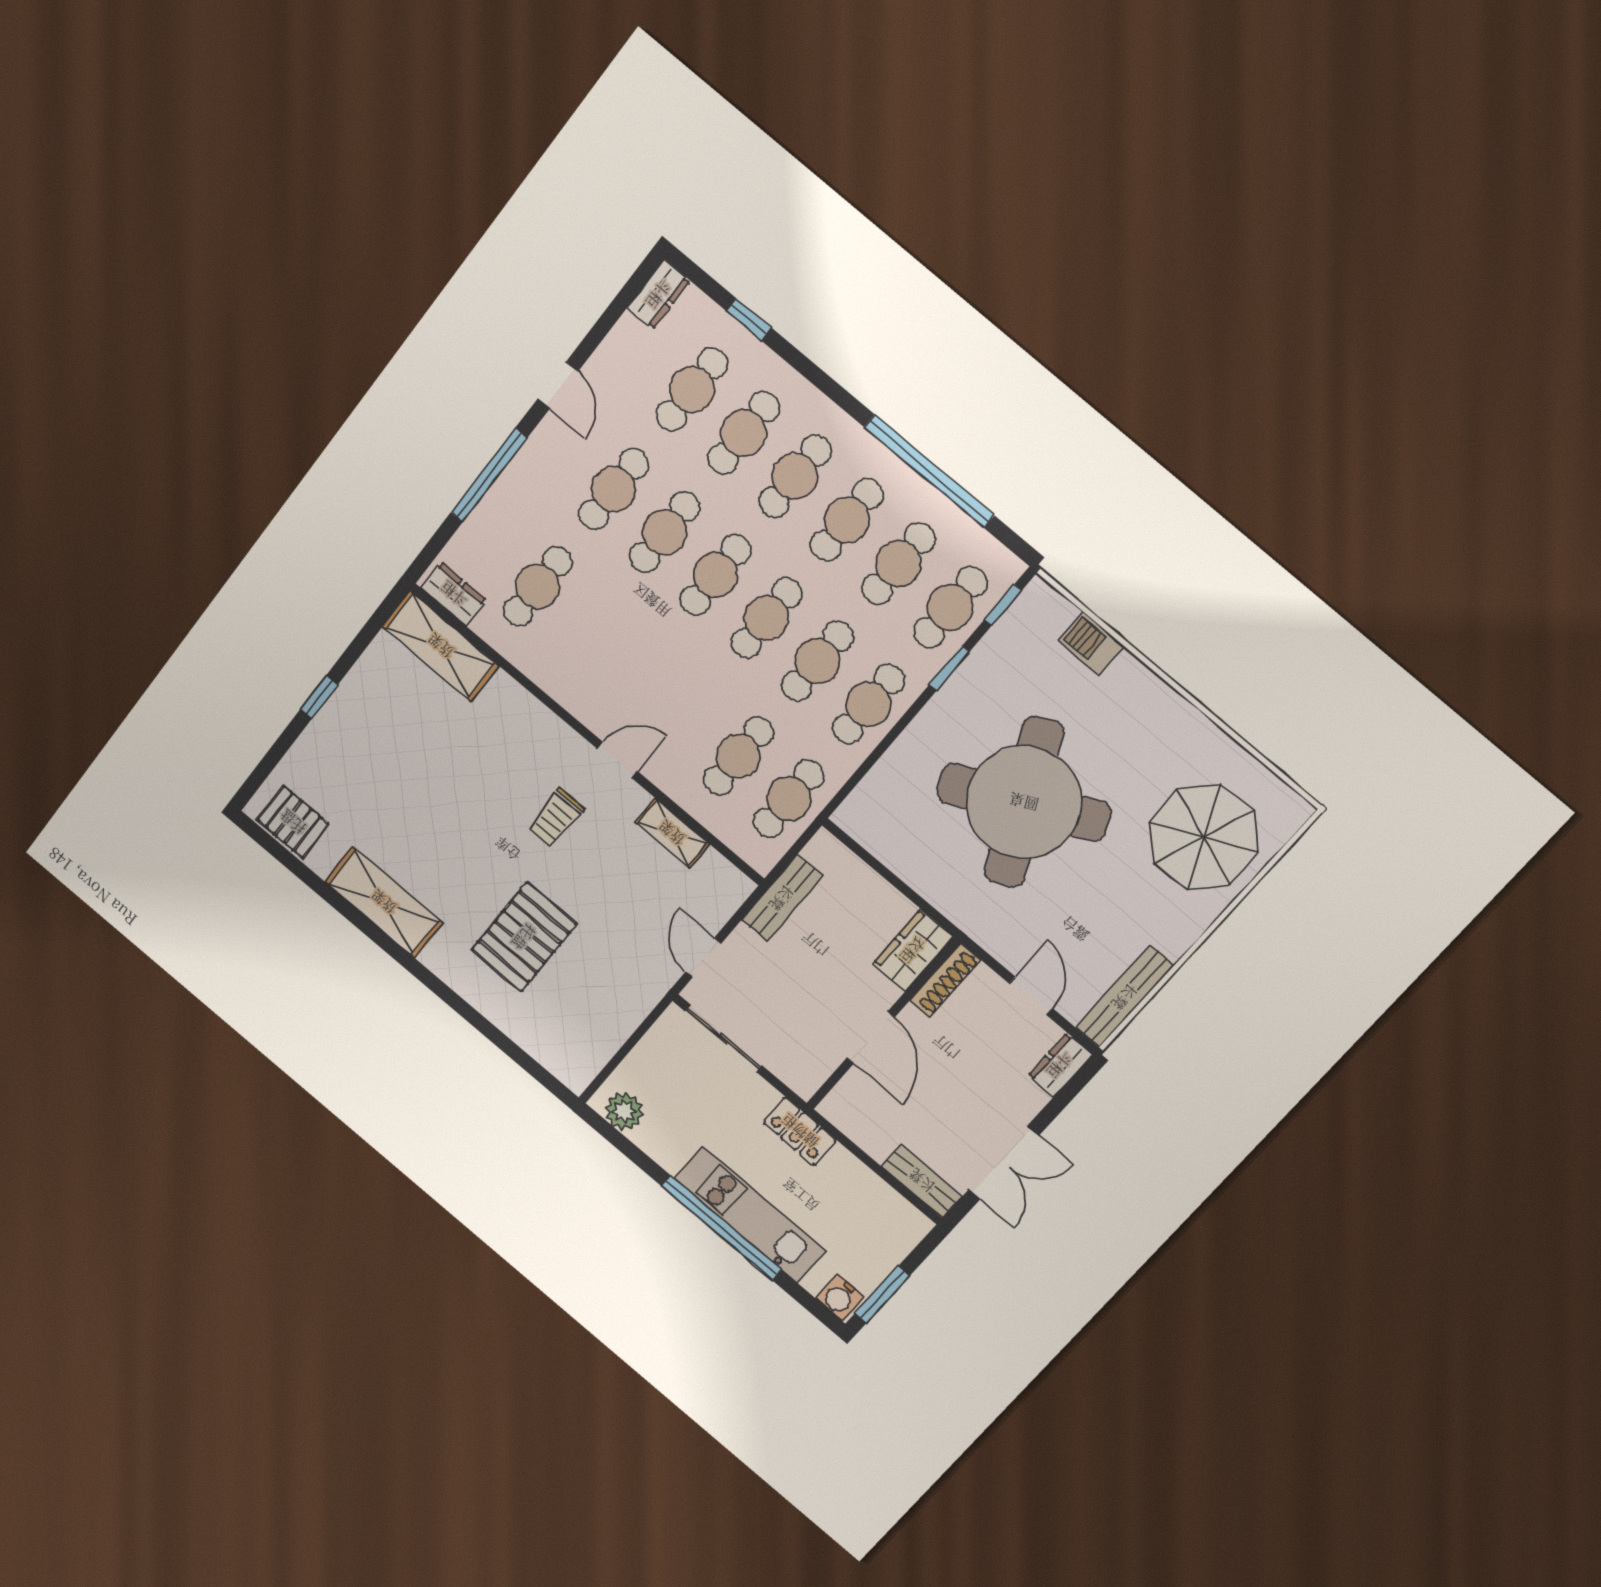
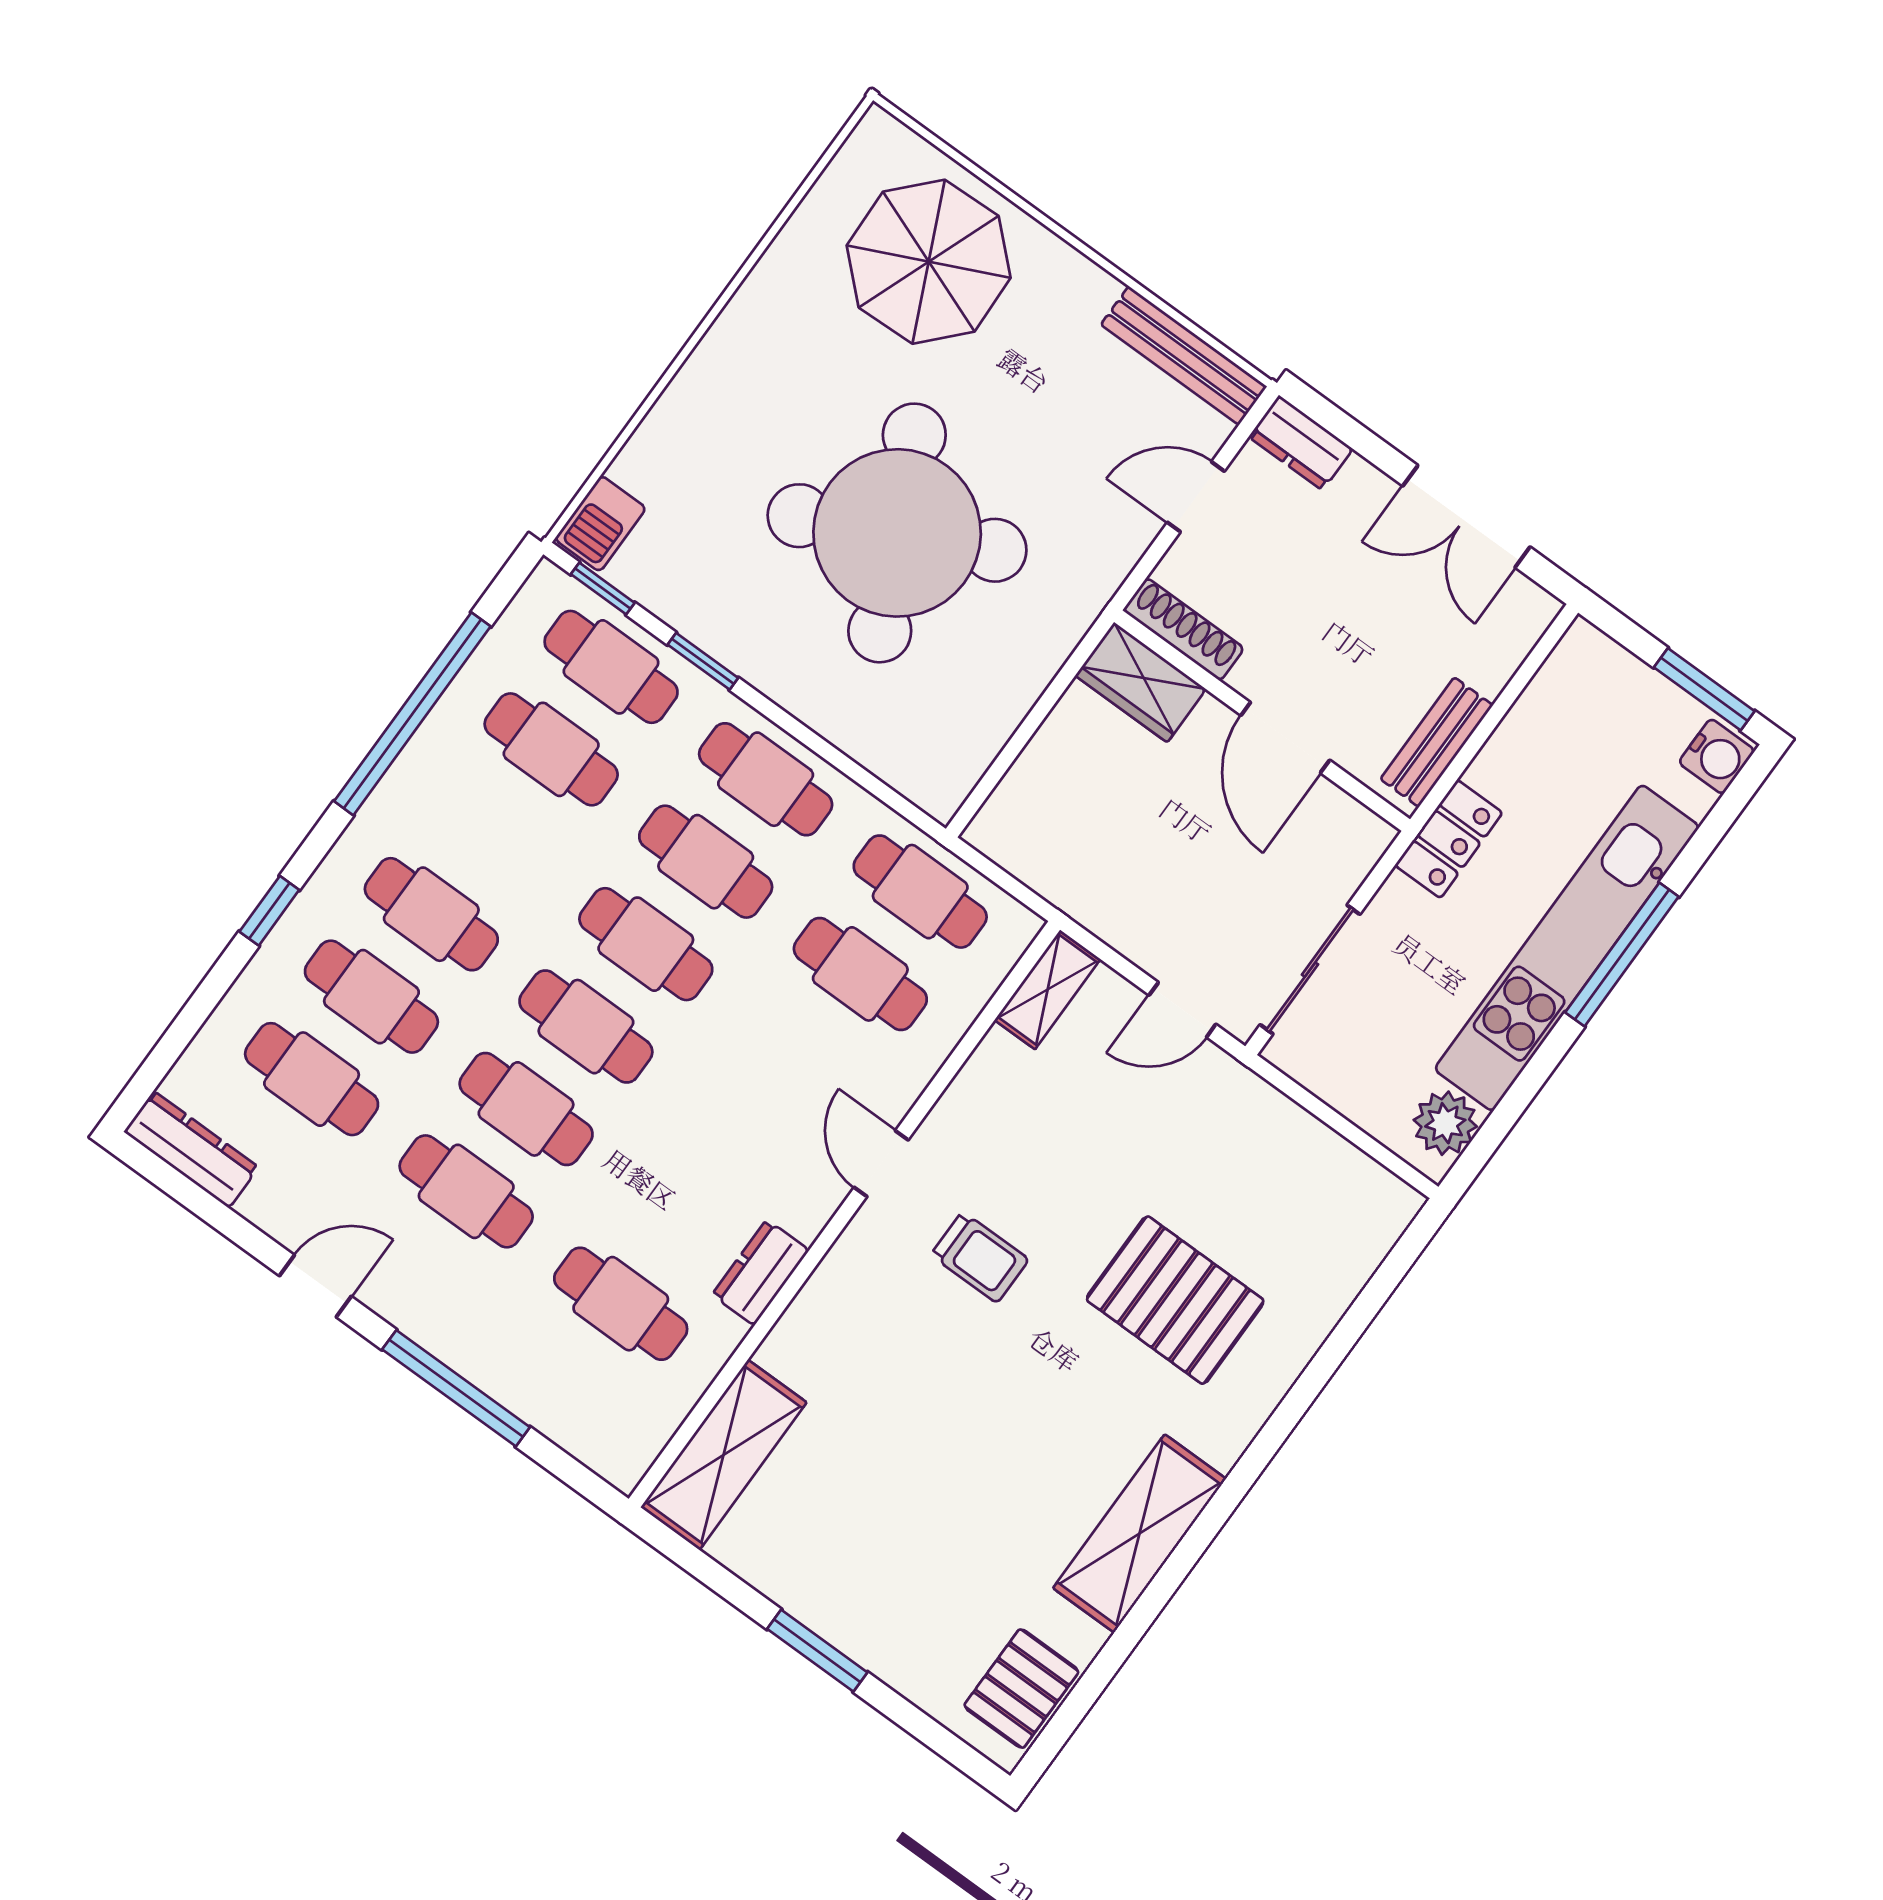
dresser: (659, 294) -> (191, 1150), width x1.44
window: (749, 319) -> (269, 911), moved
cafe table: (847, 520) -> (491, 832), removed
dresser: (454, 594) -> (760, 1272), moved
barbecue: (1091, 643) -> (600, 524), moved
window: (319, 697) -> (817, 1651), width x1.50
shelving: (672, 833) -> (1048, 990), moved
bench: (782, 898) -> (1076, 891), removed
door: (871, 1037) -> (1285, 738), swing flipped
double door: (1003, 1163) -> (1466, 516), swing flipped
bench: (922, 1181) -> (1437, 742), moved
kitchen unit: (750, 1214) -> (1567, 948), width x1.36
window: (721, 1228) -> (1622, 955), width x0.68

